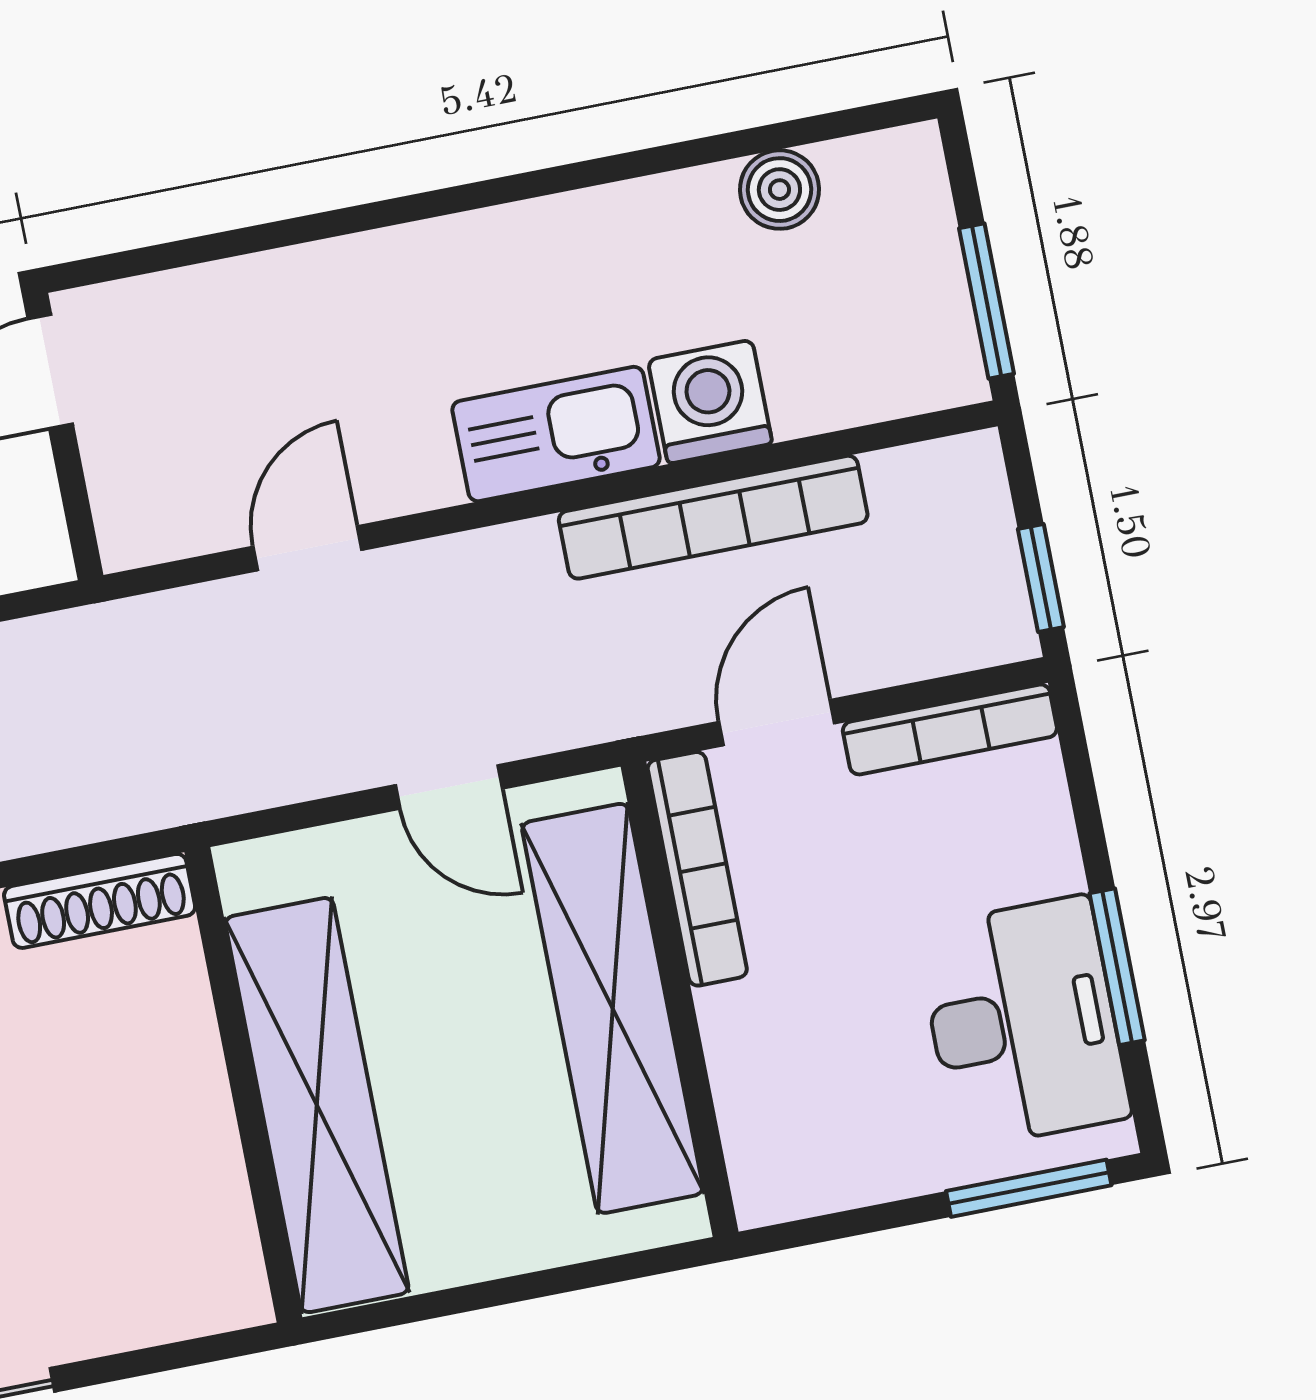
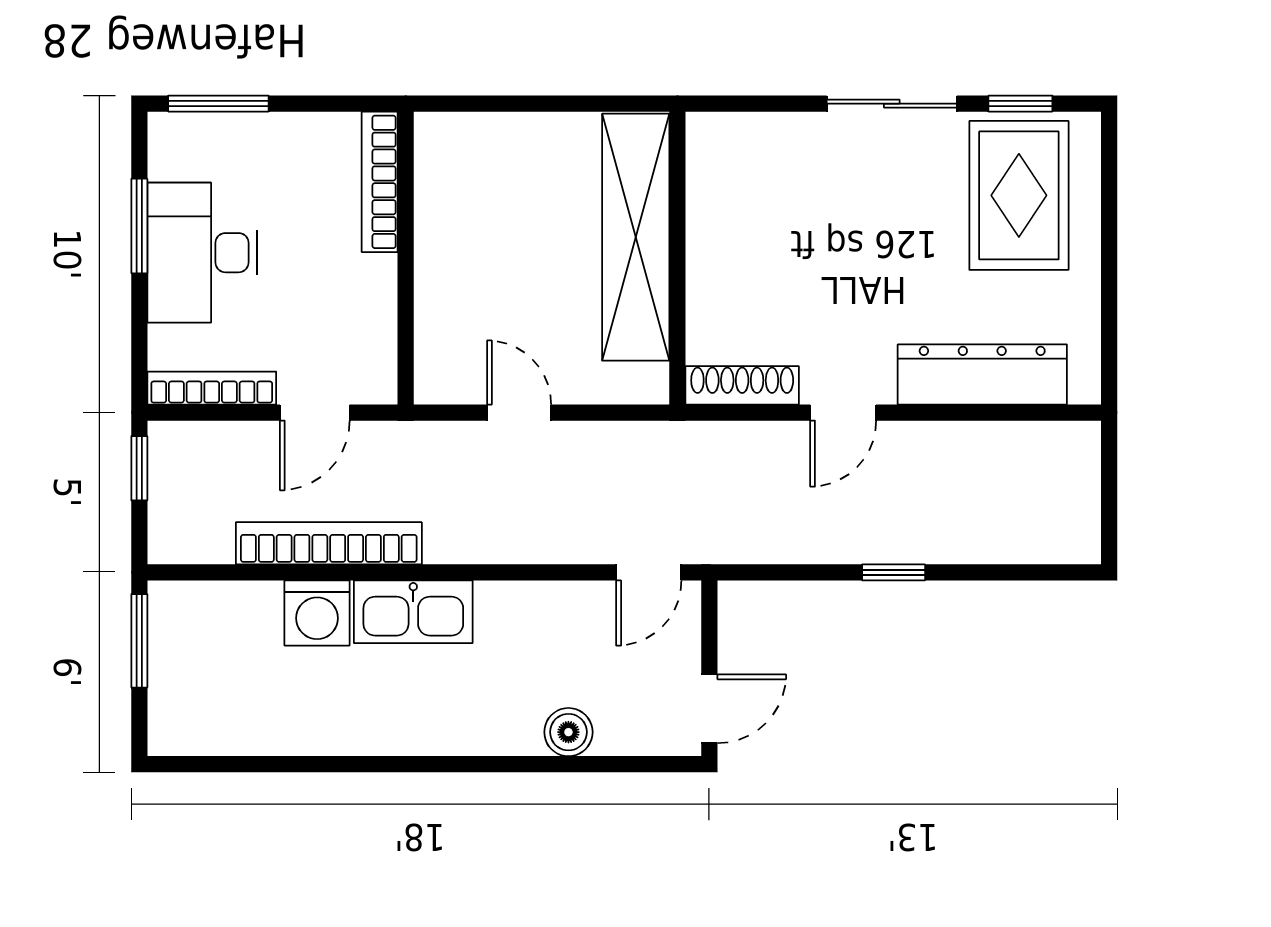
boiler: (779, 190) -> (568, 732), moved
door: (308, 548) -> (649, 572), moved
bookcase: (697, 869) -> (380, 182), moved
shelving: (613, 1008) -> (447, 260), removed
desk: (1023, 1022) -> (202, 253), moved

